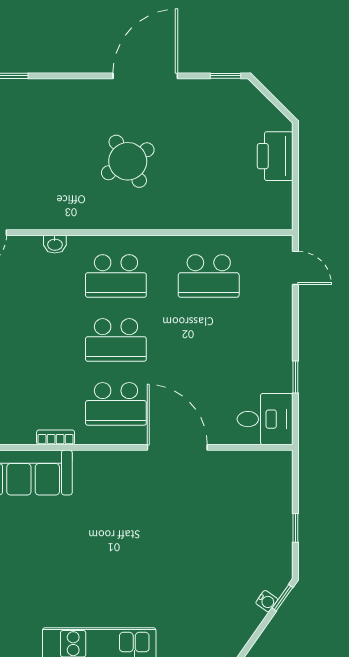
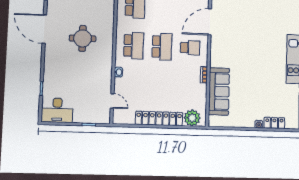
round table: (128, 161) -> (83, 38), turned 31
school desk: (116, 404) -> (190, 48), width x0.54

